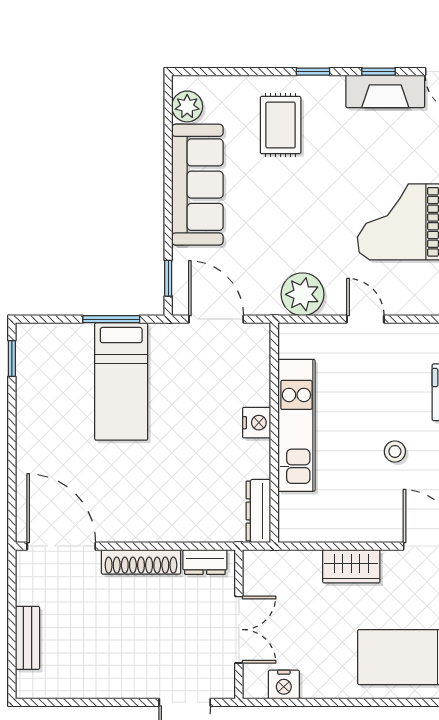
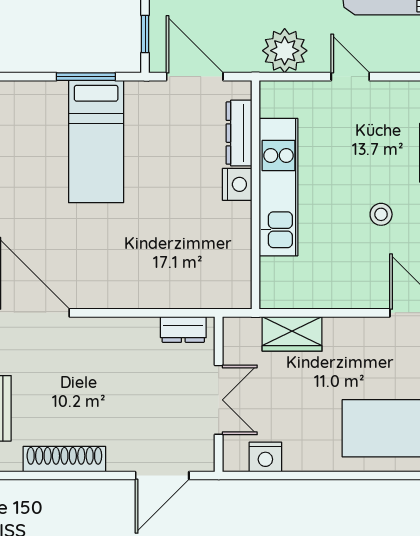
dresser: (258, 511) -> (239, 133), moved
shoe rack: (141, 562) -> (64, 459), moved, turned 180
wardrobe: (351, 566) -> (292, 334), moved

